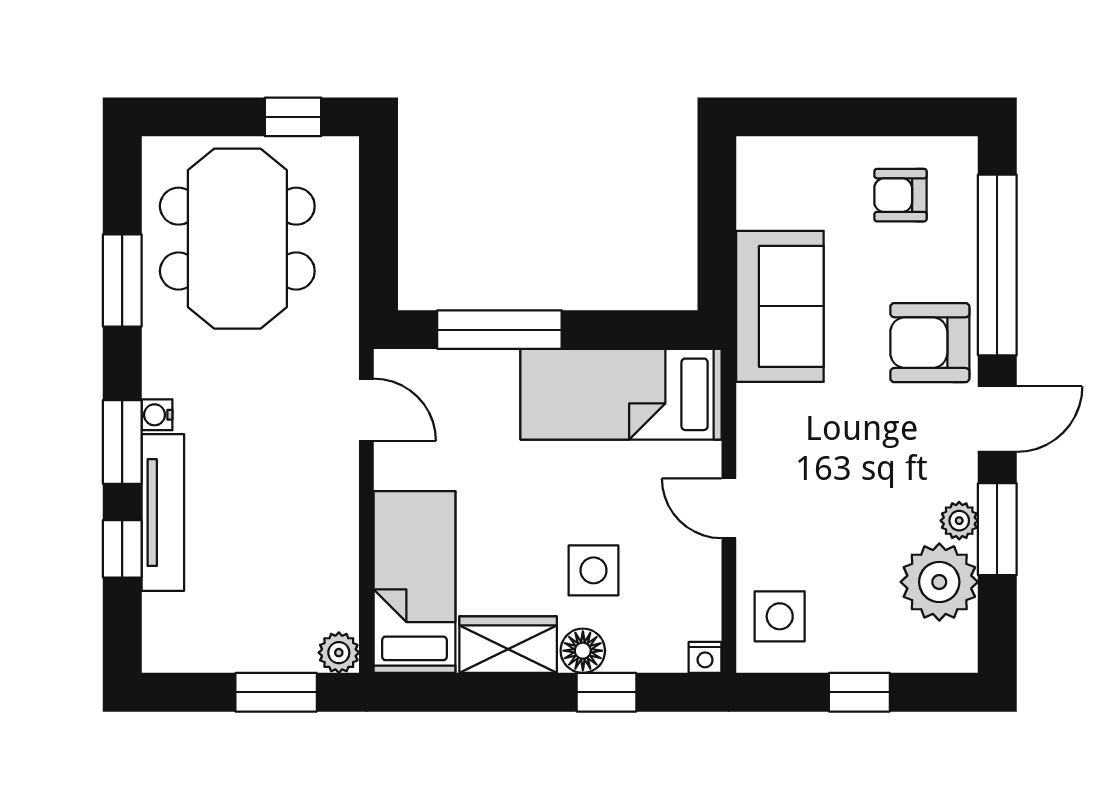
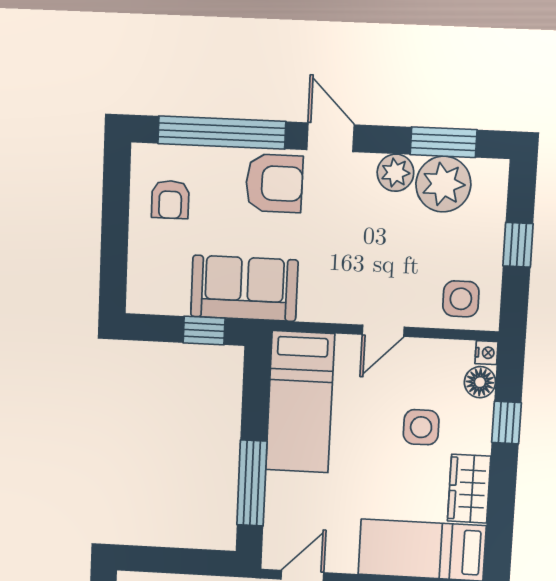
window: (717, 251) -> (204, 330), added
armchair: (930, 343) -> (274, 183), turned -90
plant: (959, 521) -> (395, 173), width x1.38, depth x1.38
window: (997, 529) -> (443, 142), moved
floor lamp: (583, 651) -> (480, 382), moved

